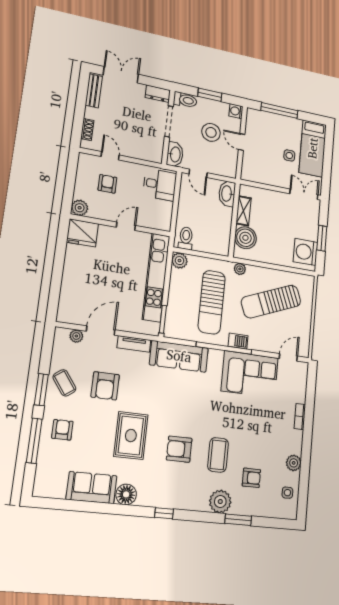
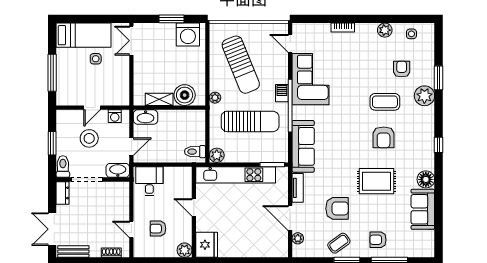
washing machine: (236, 111) -> (115, 116), moved
door: (110, 156) -> (131, 229), hinge flipped

